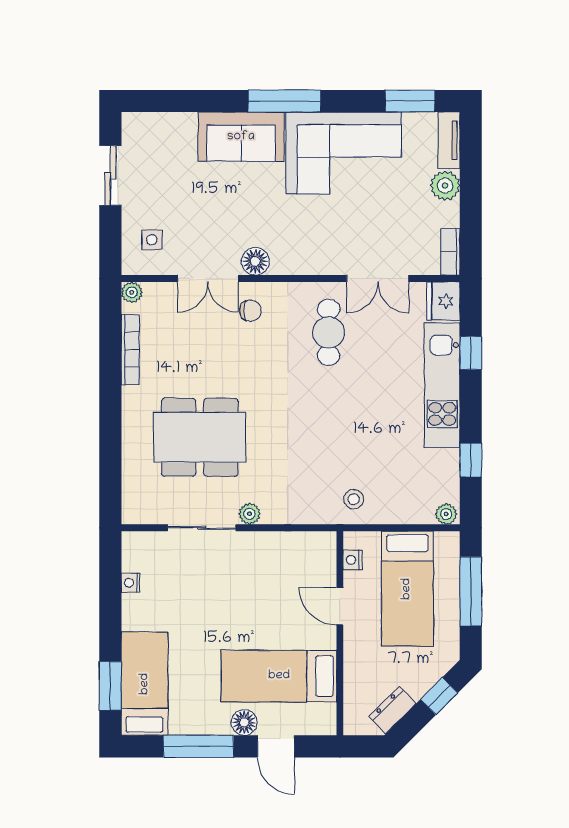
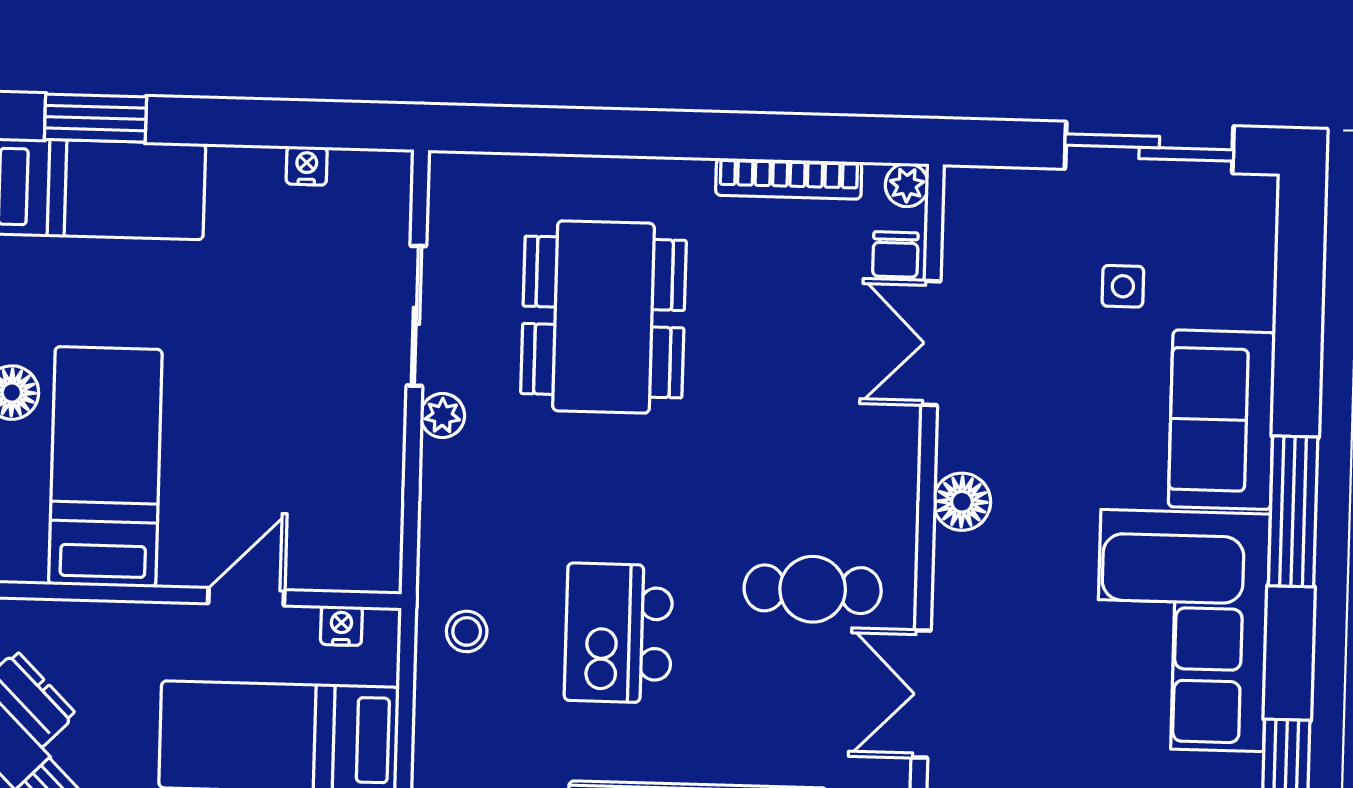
sliding door: (110, 176) -> (1149, 148), width x1.37
side table: (152, 240) -> (1123, 286), moved
floor lamp: (255, 261) -> (962, 502), moved
chair: (250, 311) -> (895, 254), moved
kitchen island: (352, 426) -> (619, 633), added

